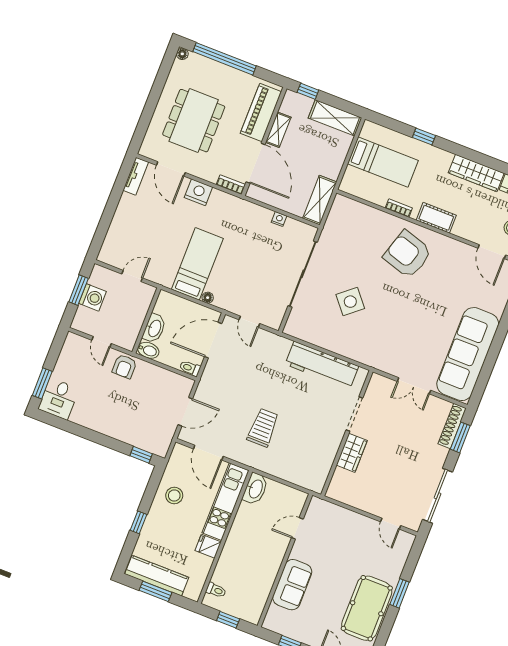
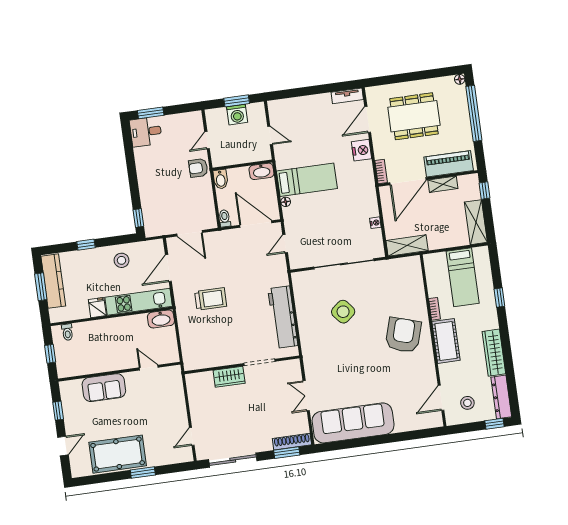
cot: (436, 218) -> (446, 341), width x1.37, depth x1.34
washbasin: (154, 328) -> (262, 171), moved

